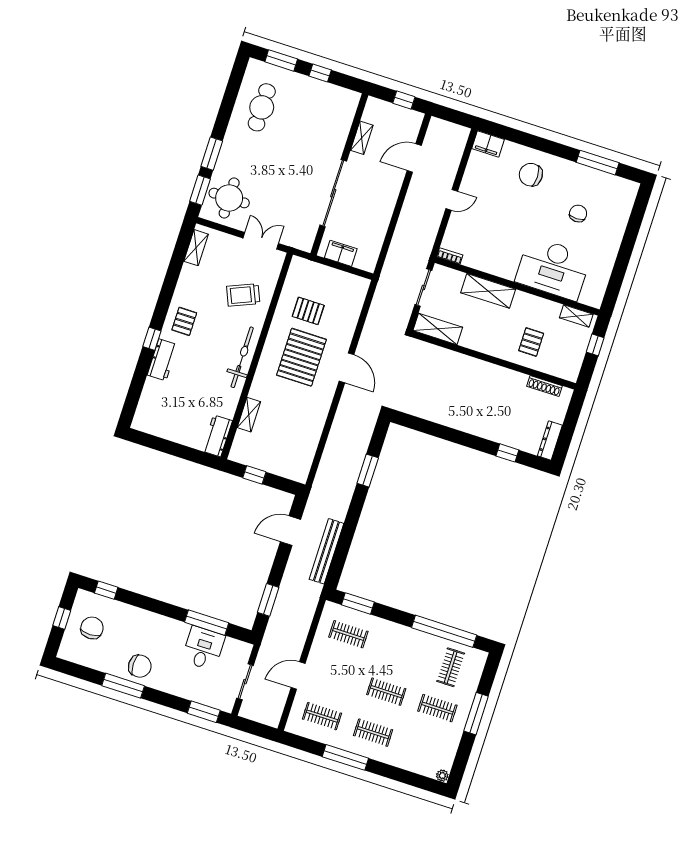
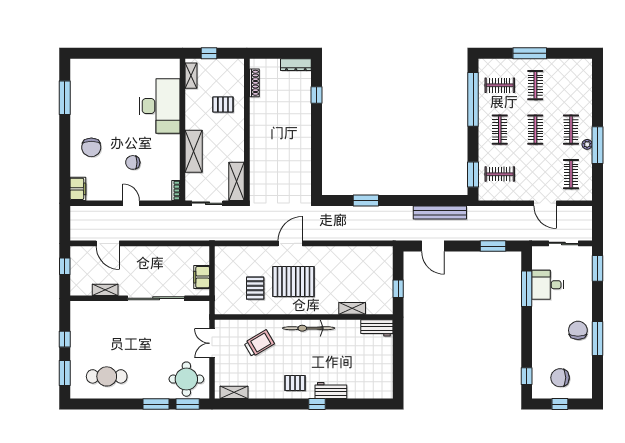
chair: (578, 214) -> (133, 162), moved
trolley: (243, 295) -> (259, 343), turned -98
clothes rail: (348, 634) -> (500, 174), turned 90
clothes rail: (400, 651) -> (500, 130), added
plant: (442, 776) -> (587, 144), moved

